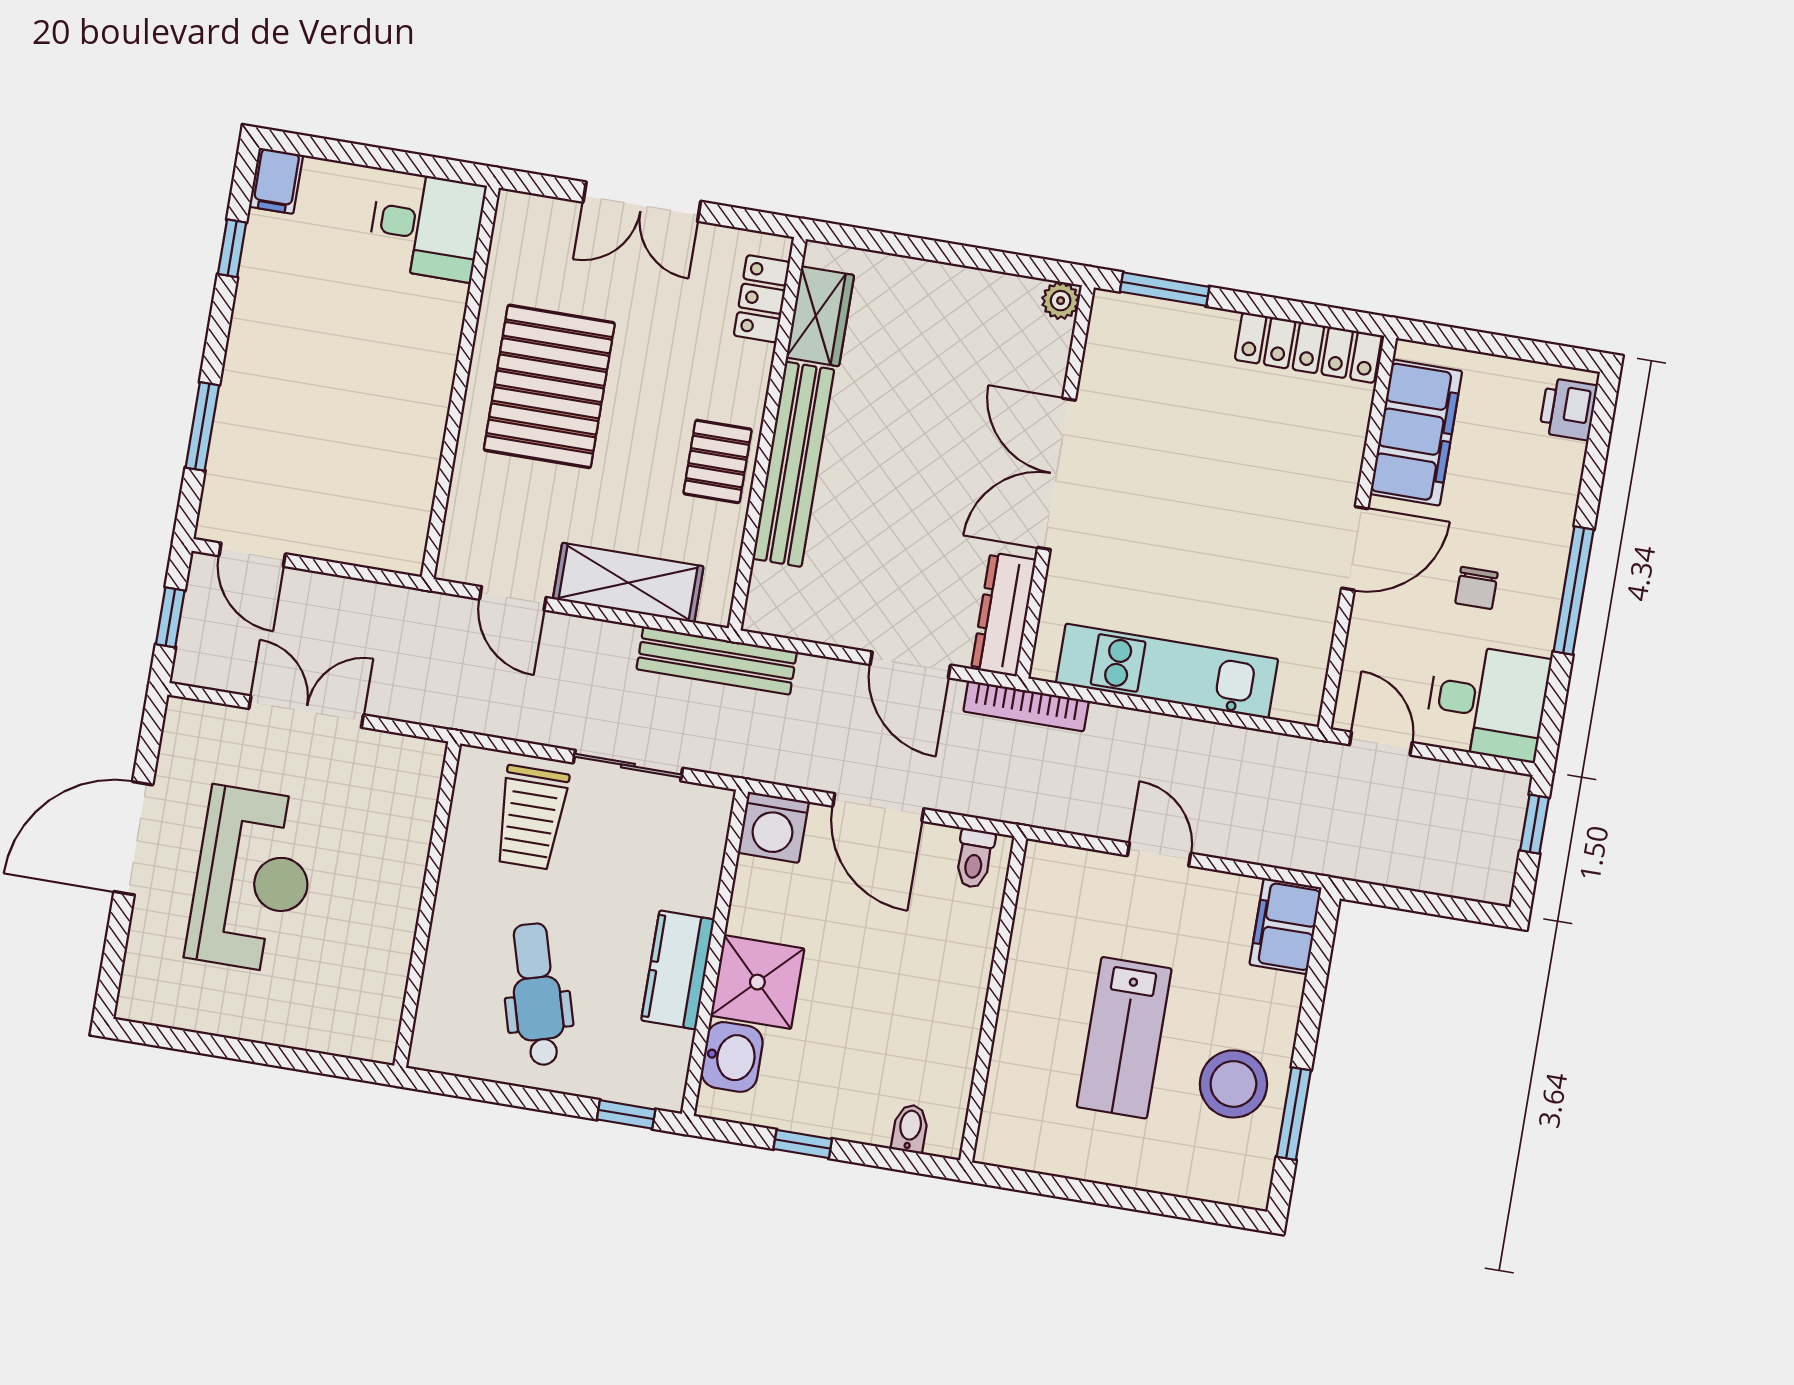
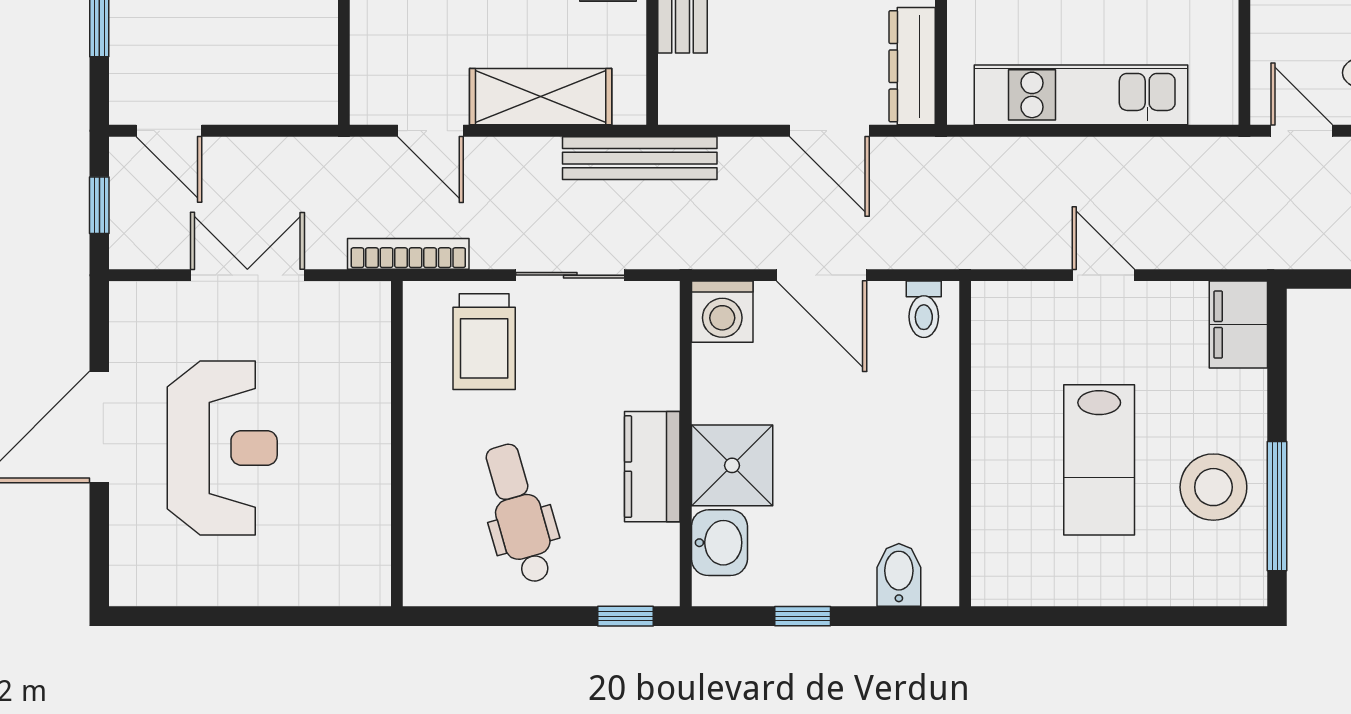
bookcase: (1026, 706) -> (408, 254), moved, turned 180
window: (1294, 1114) -> (1277, 506), width x1.44
bidet: (910, 1128) -> (899, 575), width x1.38, depth x1.36

